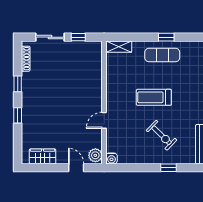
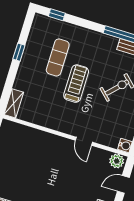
exercise mat: (162, 55) -> (58, 57), moved
treadmill: (154, 97) -> (76, 84), turned 180

